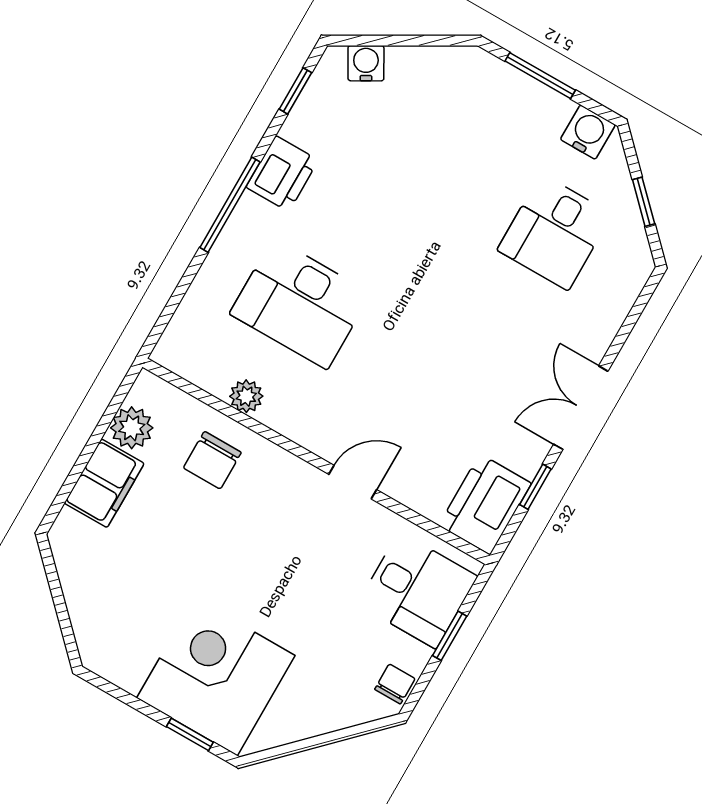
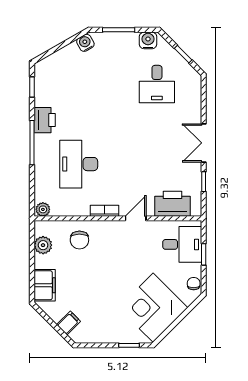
water cooler: (366, 63) -> (85, 43), moved
desk: (300, 304) -> (79, 164), turned 90
plant: (246, 396) -> (43, 209), moved
bookcase: (298, 430) -> (104, 211), added
filing cabinet: (104, 483) -> (45, 285), moved
printer: (485, 504) -> (172, 204), moved, turned 90
filing cabinet: (92, 617) -> (69, 323), added
corner desk: (216, 677) -> (153, 308), moved, turned -45

